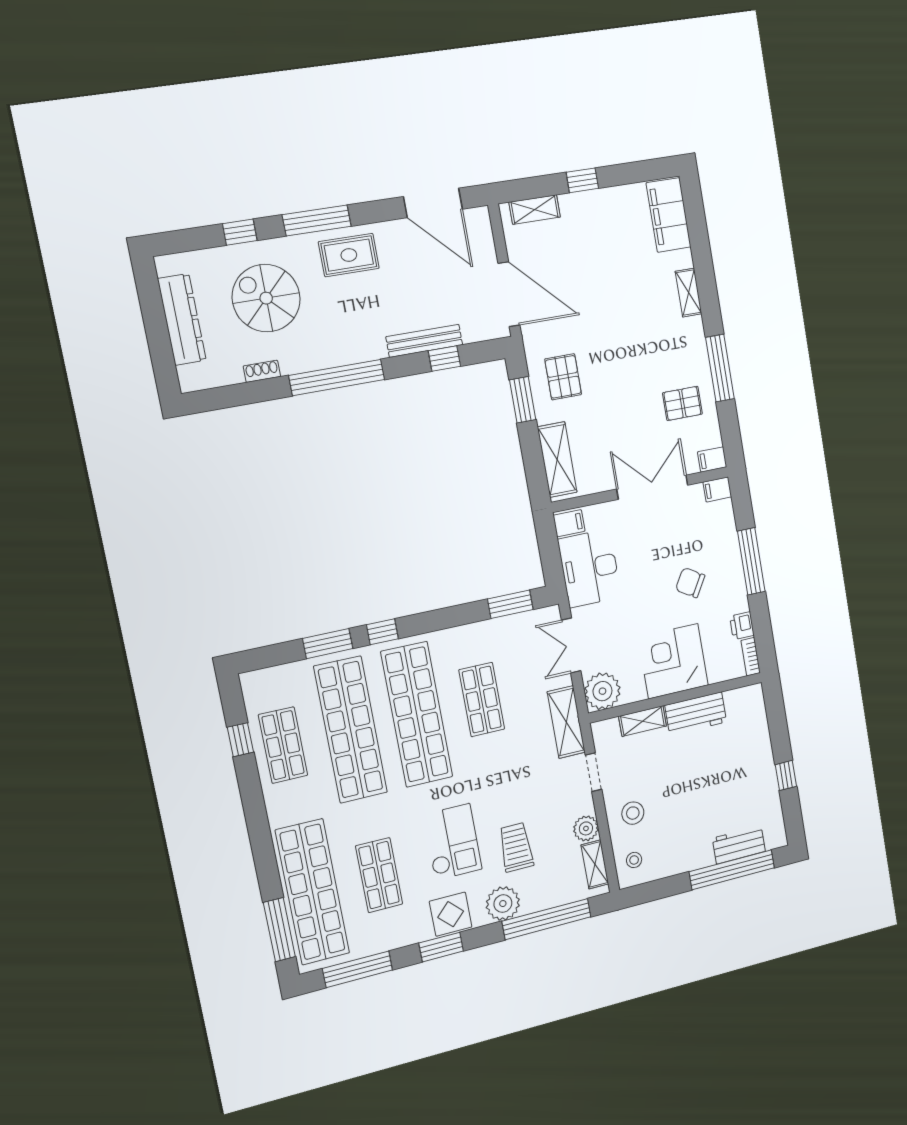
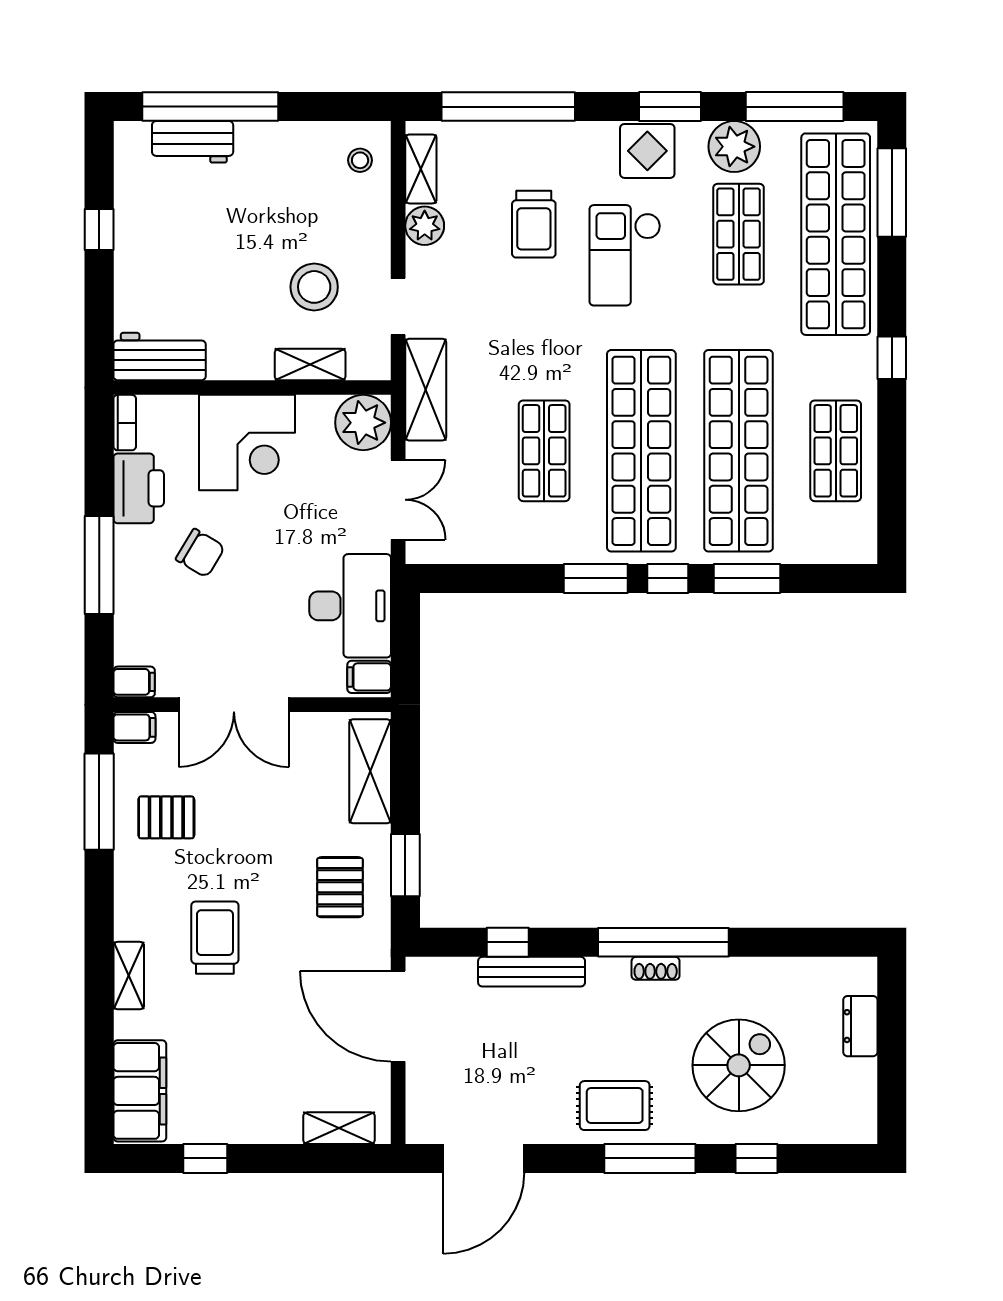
window: (582, 180) -> (205, 1158), moved
door: (433, 203) -> (484, 1158), swing flipped
spiral stairs: (266, 298) -> (739, 1065), turned -90
dresser: (182, 319) -> (860, 1026), width x0.51, depth x0.80
trolley: (638, 328) -> (215, 938), added
window: (720, 368) -> (99, 802), moved
shoe rack: (262, 371) -> (656, 968), moved
window: (510, 604) -> (596, 578), moved
printer: (742, 626) -> (139, 488), width x1.87, depth x1.48
workbench: (696, 714) -> (160, 357), moved
window: (240, 740) -> (892, 358), moved
stool: (633, 813) -> (314, 287), moved, width x1.38, depth x1.38
plant: (503, 904) -> (734, 147), moved

